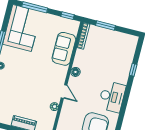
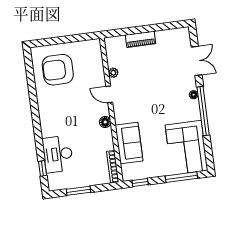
window: (106, 25) -> (79, 191), moved
window: (133, 70) -> (43, 168), moved
desk: (112, 97) -> (58, 154), moved

